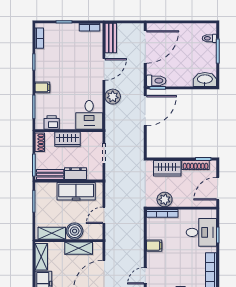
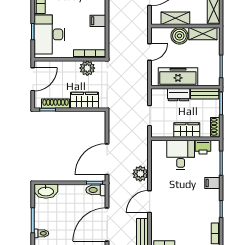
desk: (89, 115) -> (181, 155), moved
desk: (201, 232) -> (50, 34), width x1.37

